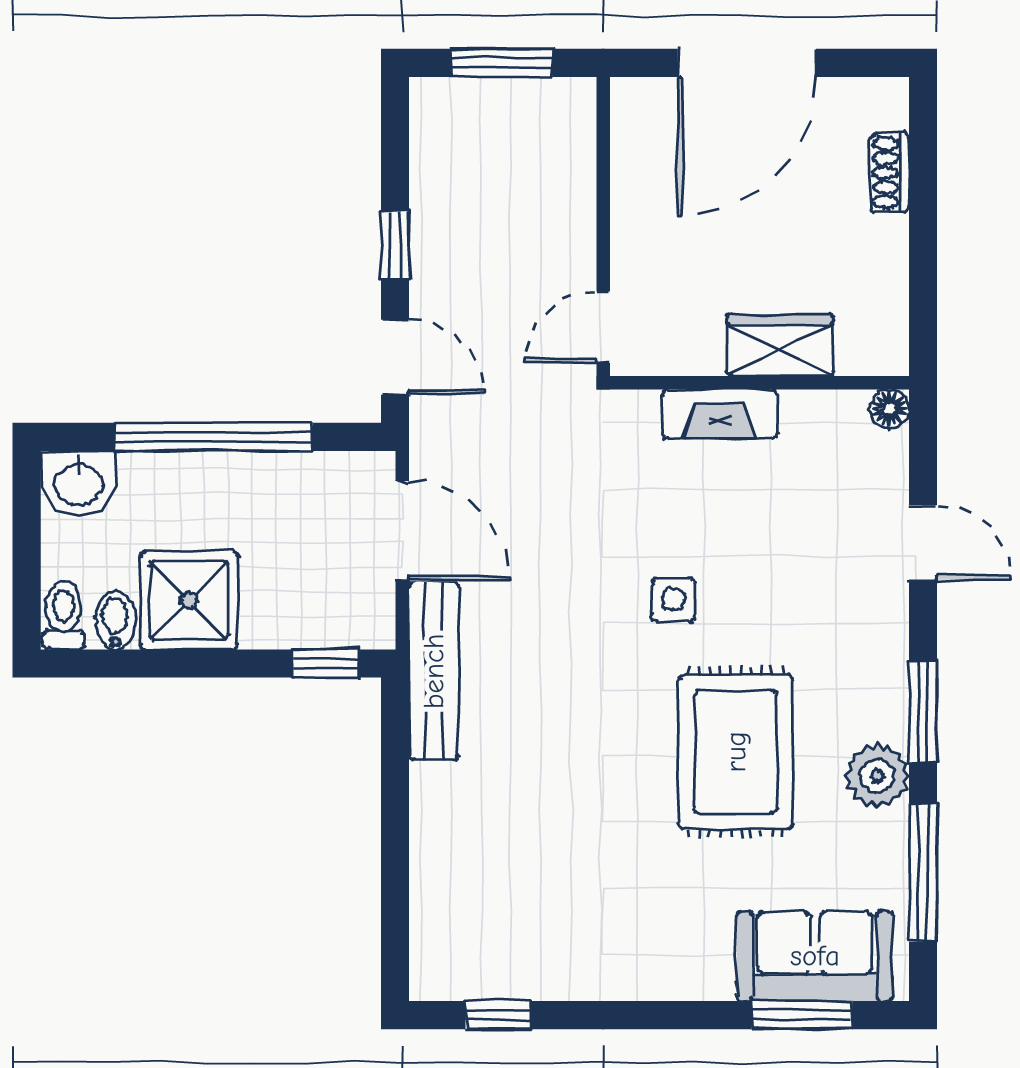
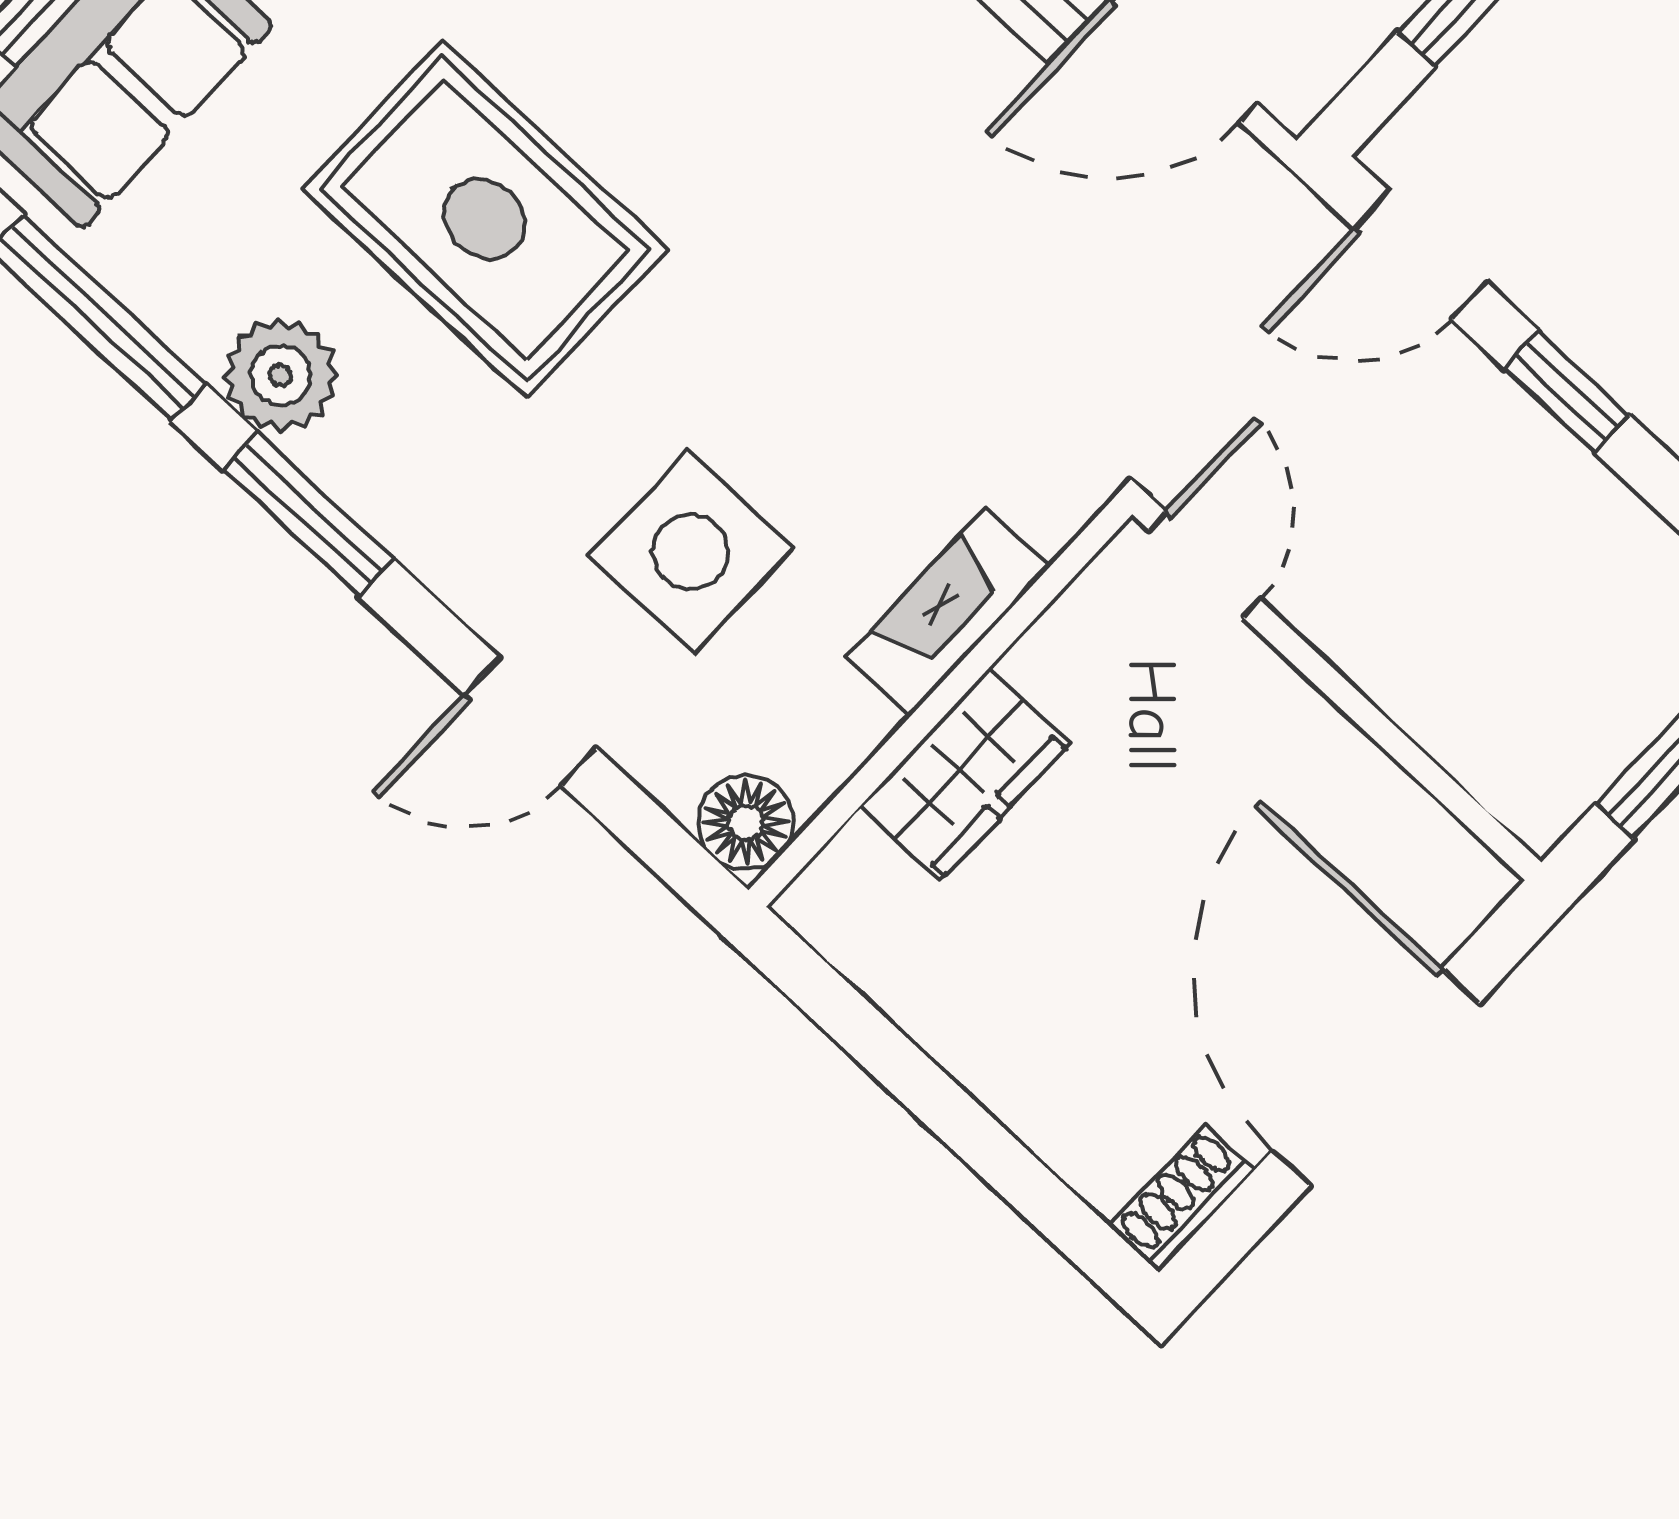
shoe rack: (890, 173) -> (1182, 1198), moved, turned -90
floor lamp: (890, 409) -> (746, 823), width x1.37, depth x1.37
side table: (673, 600) -> (690, 552), moved, width x1.87, depth x1.87

